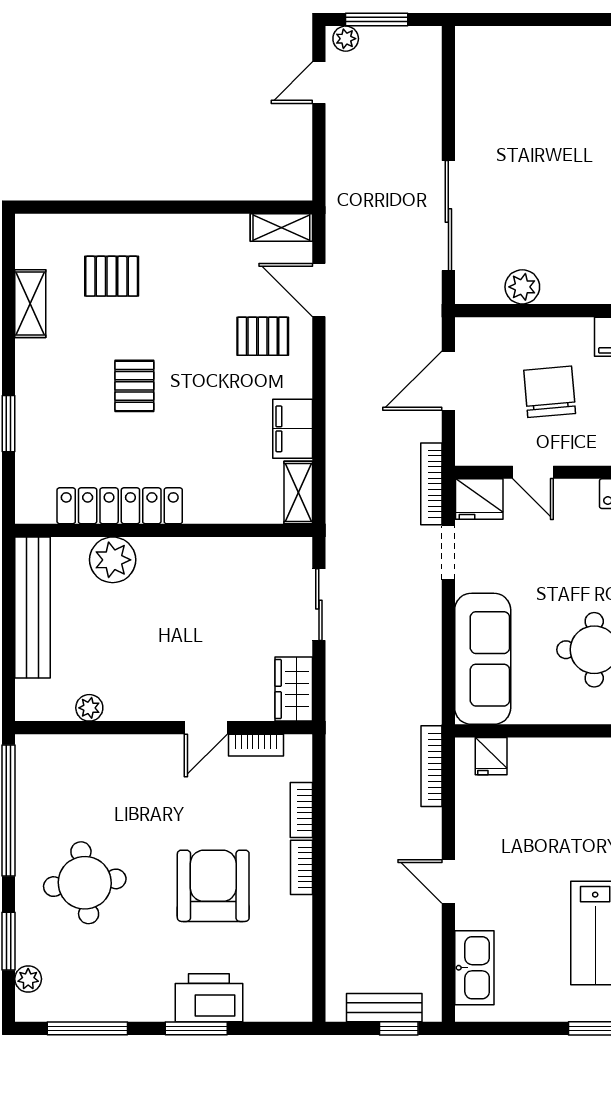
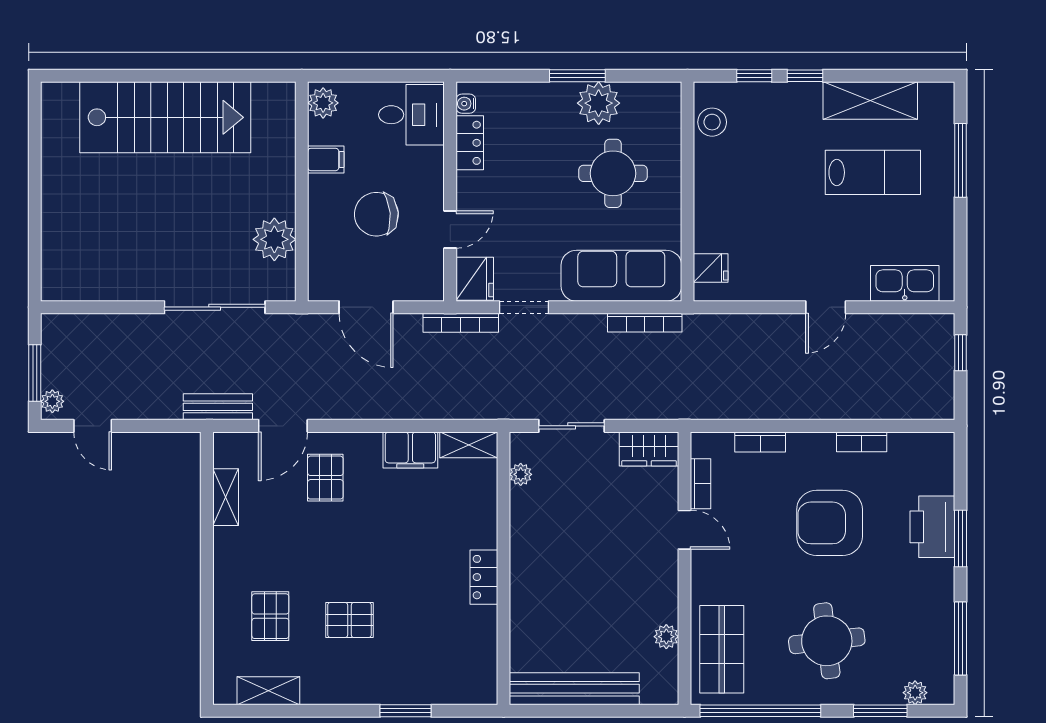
shelving: (281, 227) -> (226, 497), moved
plant: (522, 287) -> (274, 239), width x1.36, depth x1.36
shelving: (30, 304) -> (268, 691), moved
pallet: (134, 386) -> (349, 620), moved
locker: (120, 506) -> (484, 577), width x0.46, depth x0.83
plant: (113, 560) -> (521, 474), moved, width x0.53, depth x0.53
bookcase: (431, 766) -> (645, 323), moved
shop shelf: (76, 768) -> (722, 649), added
bookcase: (302, 867) -> (862, 442), moved
bench: (384, 1008) -> (218, 407), moved, turned 90

